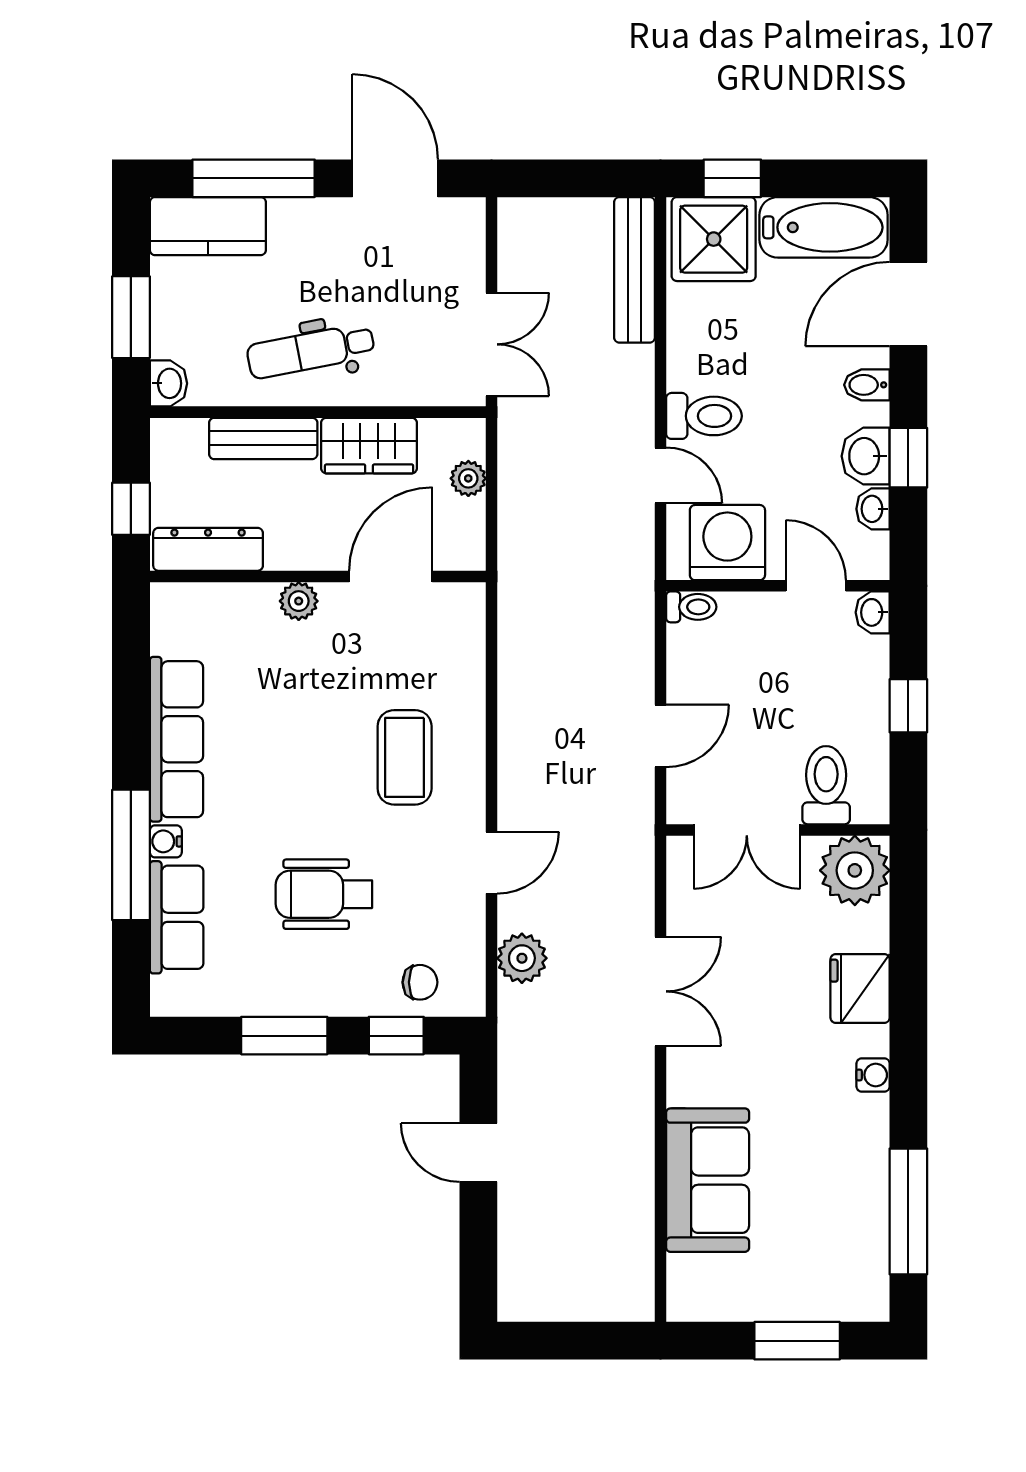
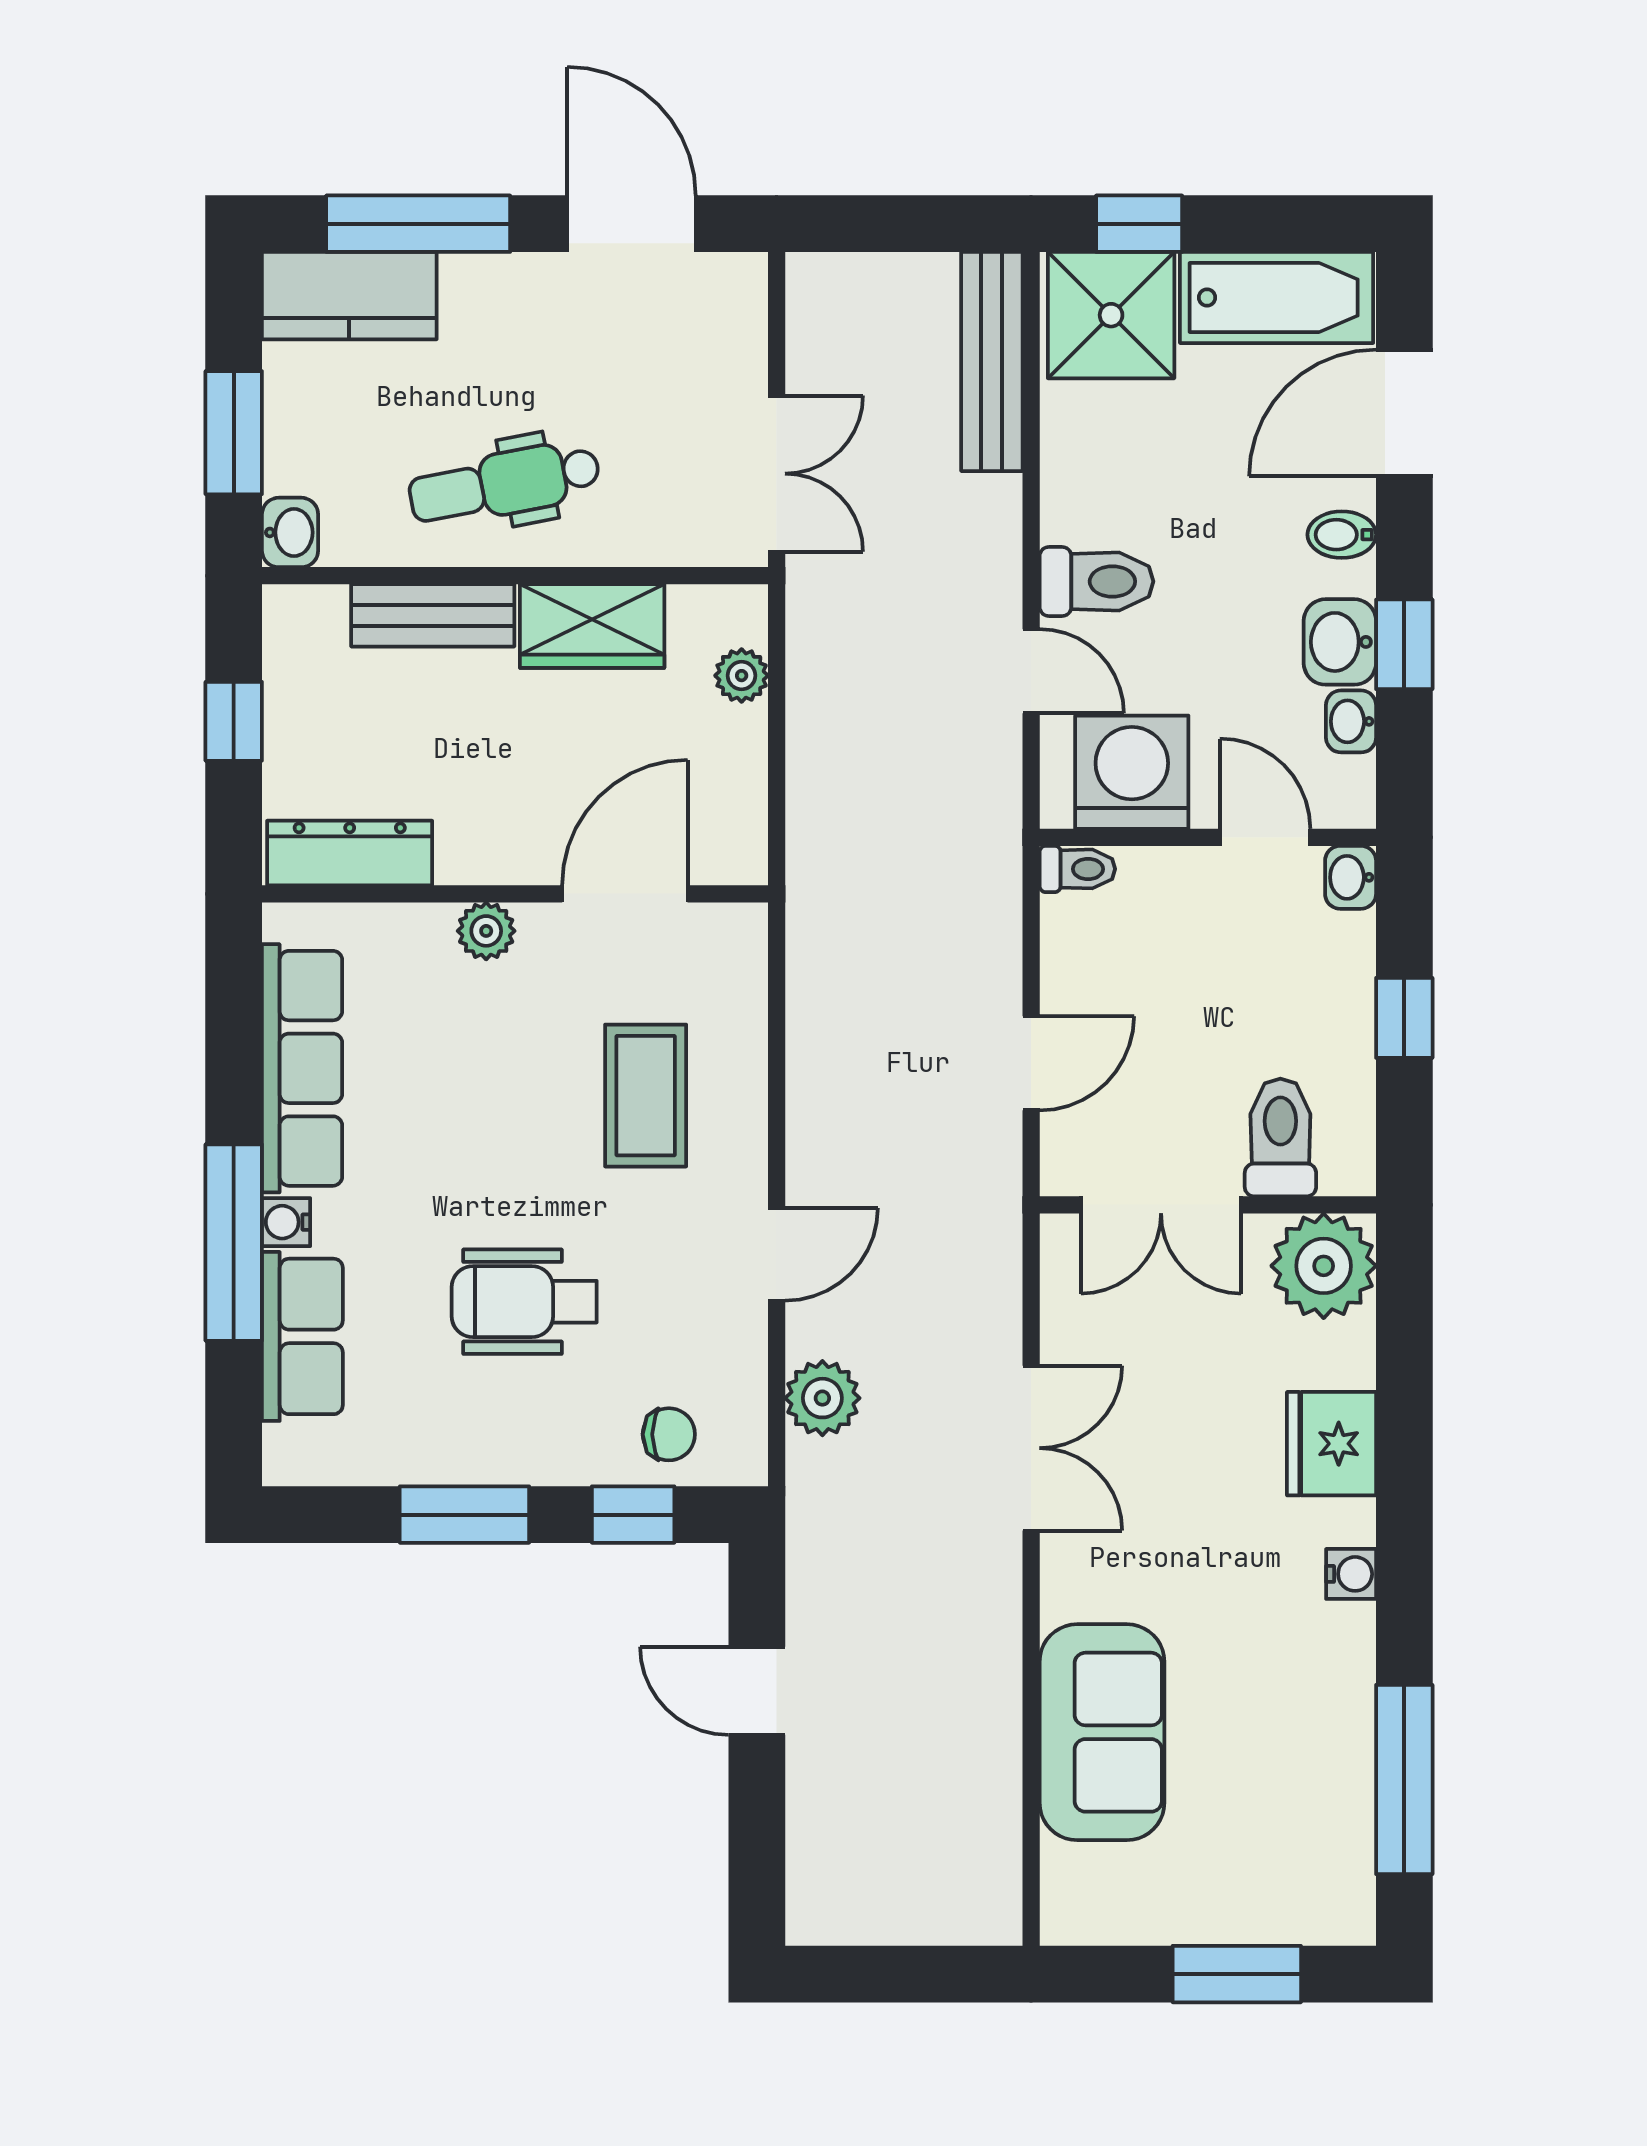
dresser: (208, 549) -> (350, 853), moved
wall: (318, 576) -> (515, 894), moved
door: (391, 576) -> (625, 894), moved
plant: (299, 601) -> (486, 931), moved

